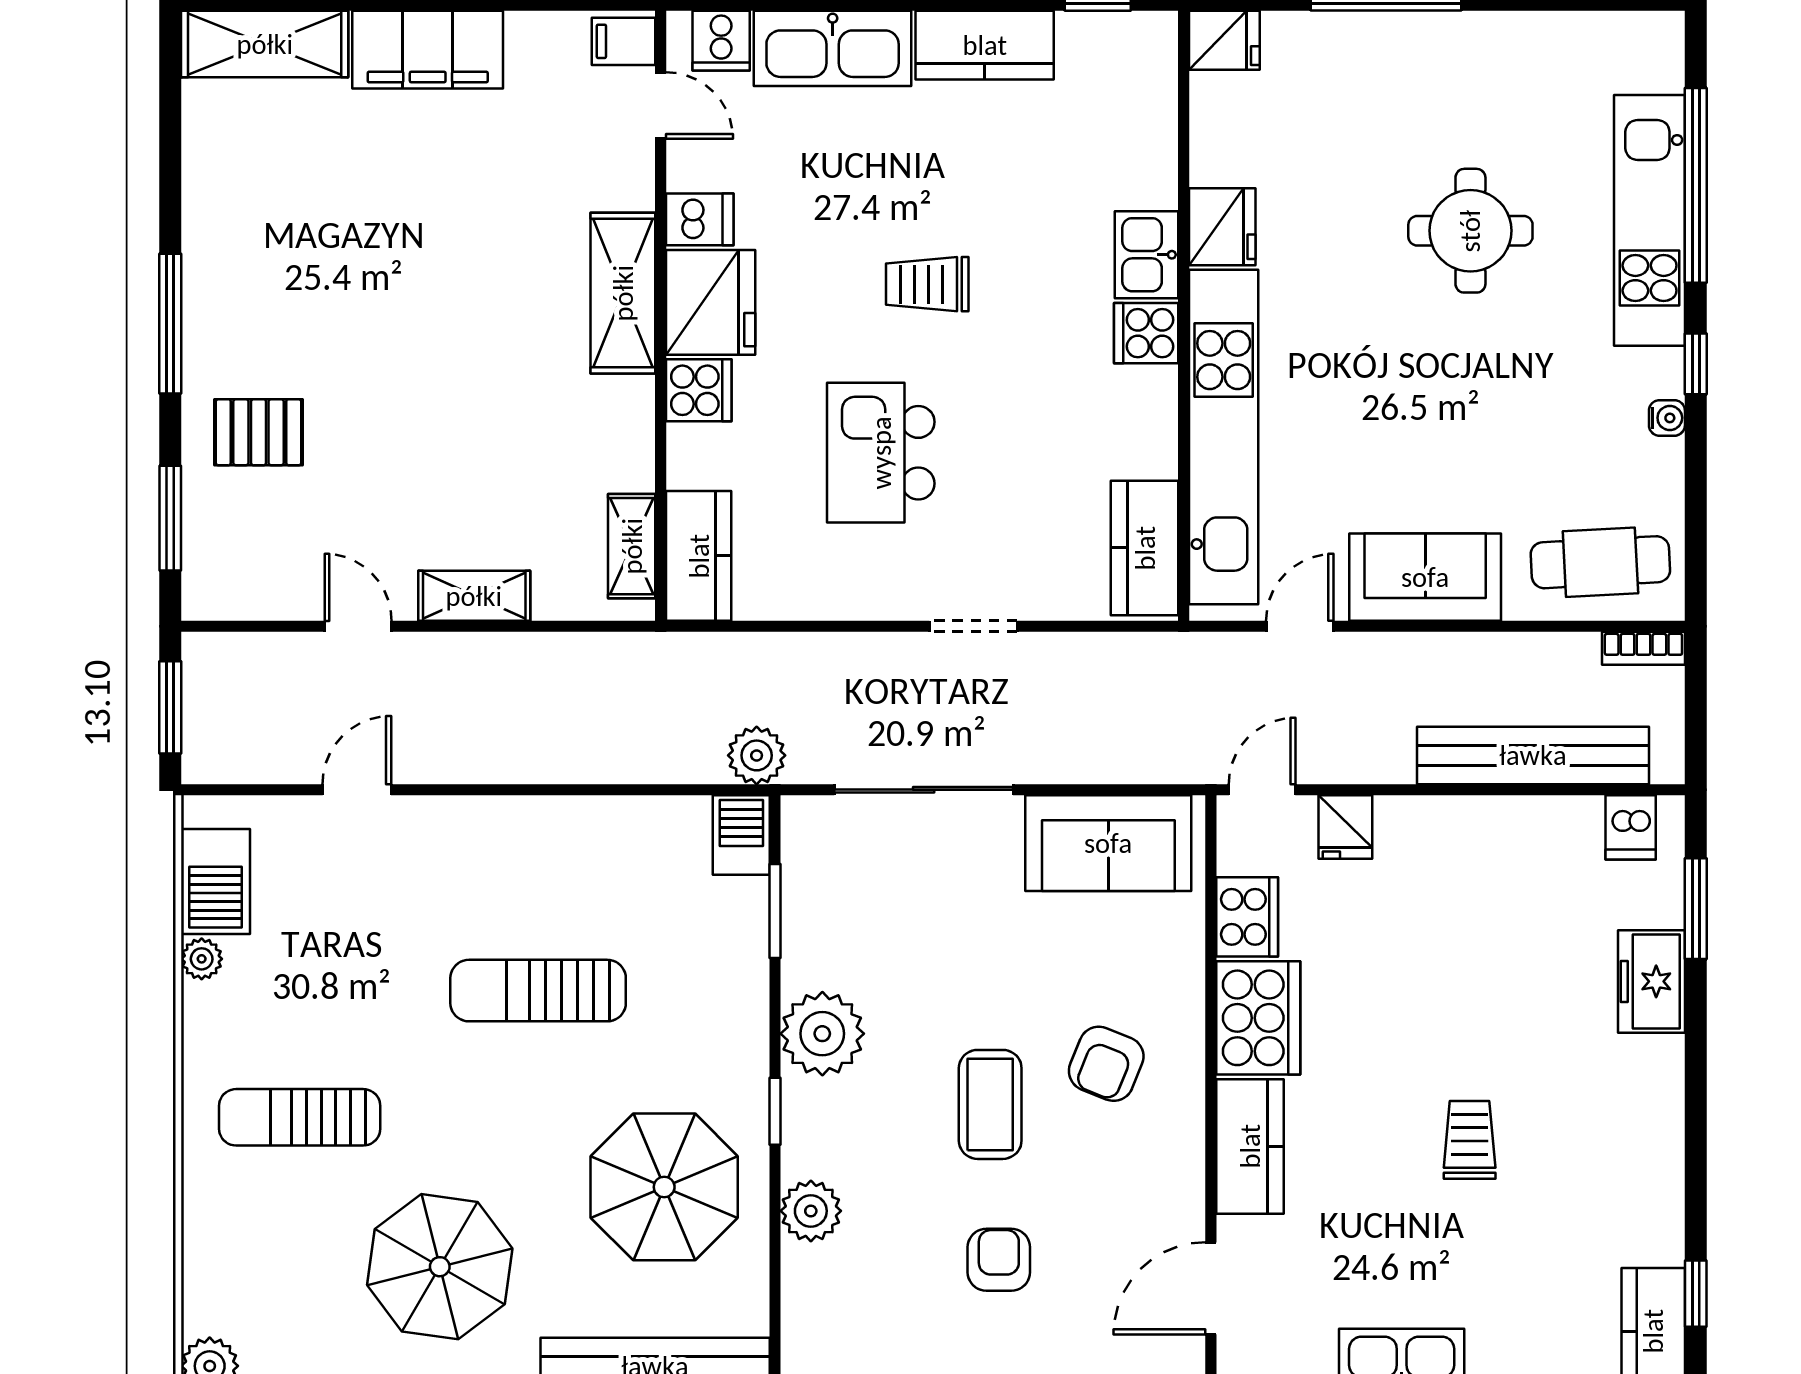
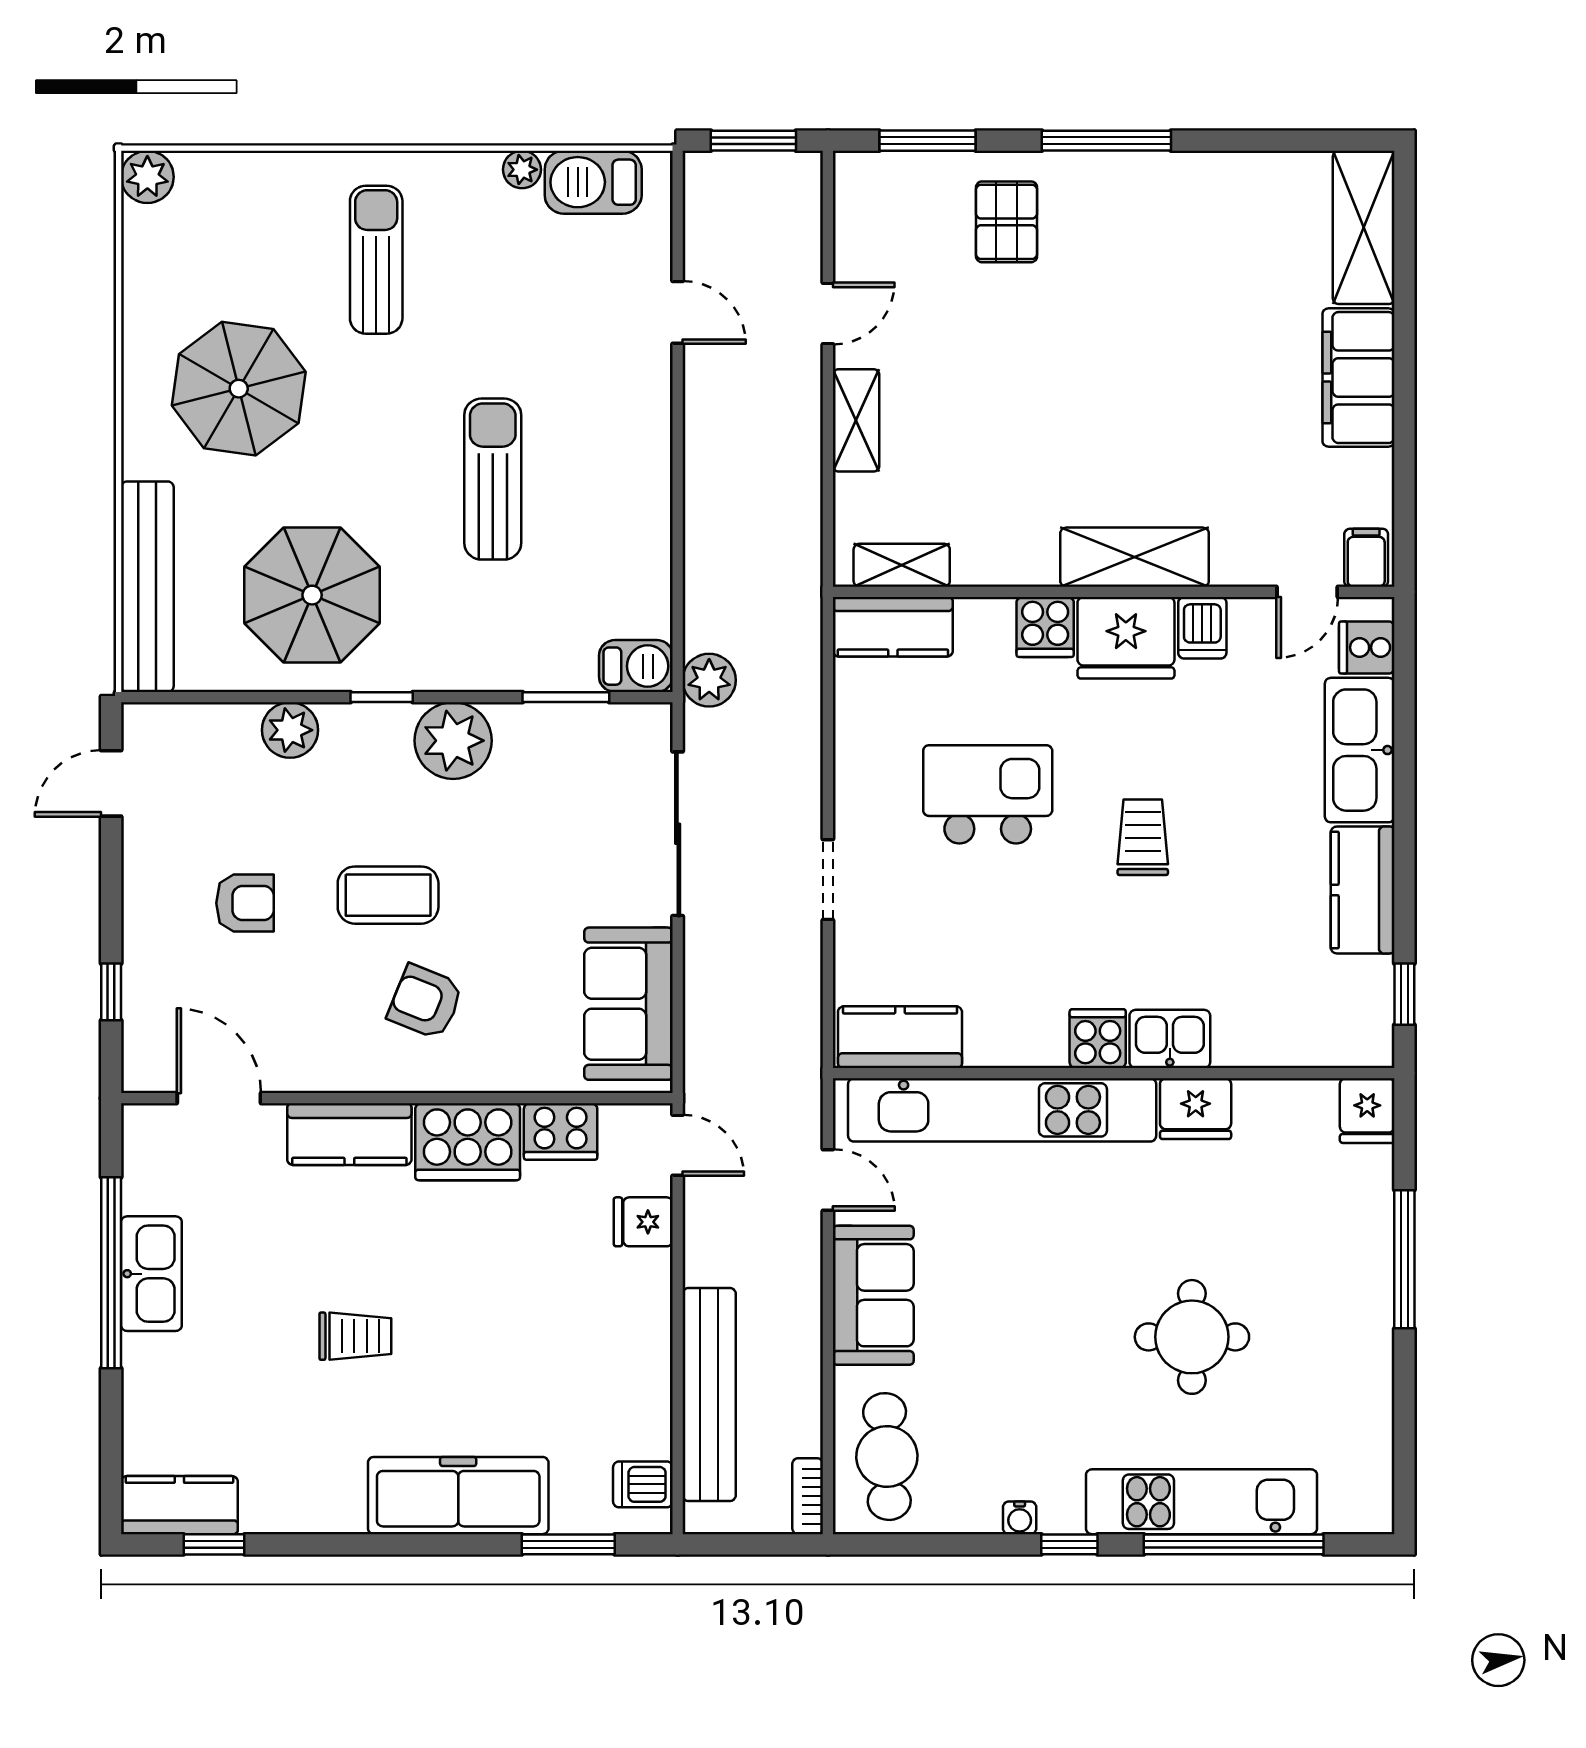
freezer: (1652, 981) -> (458, 1496), width x1.91, depth x1.26

